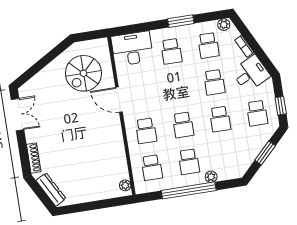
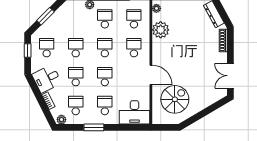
school desk: (177, 88) -> (105, 77), added
plant: (116, 159) -> (161, 30), added

